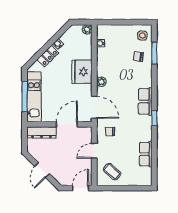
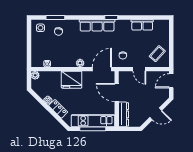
row of seats: (145, 102) -> (97, 25), width x1.48
door: (81, 188) -> (171, 81), hinge flipped

